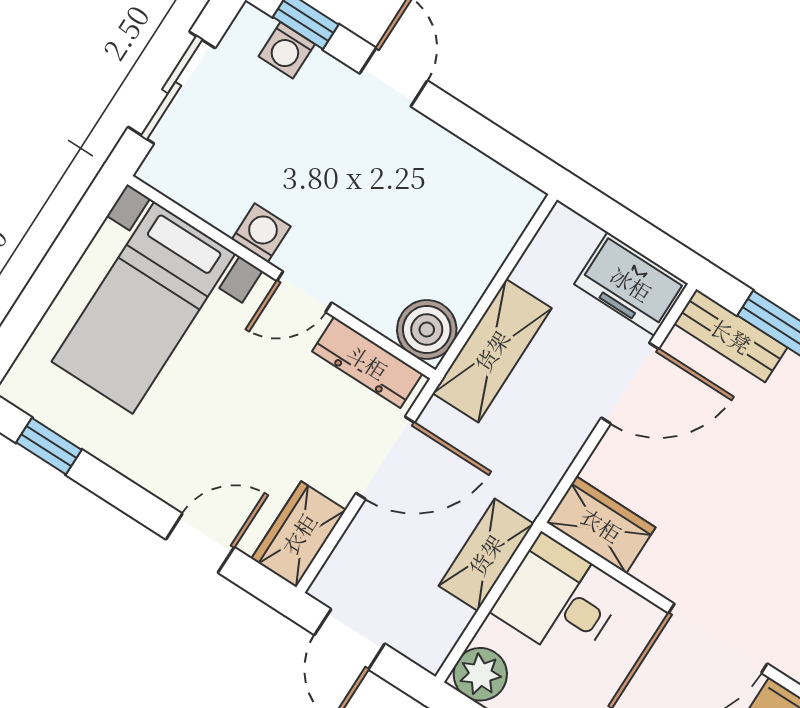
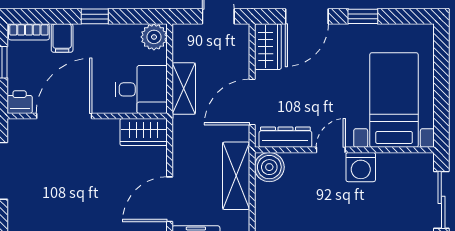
washing machine: (261, 233) -> (361, 167), width x1.38, depth x1.38
window: (49, 446) -> (363, 16), moved
door: (200, 543) -> (307, 16), width x1.38

